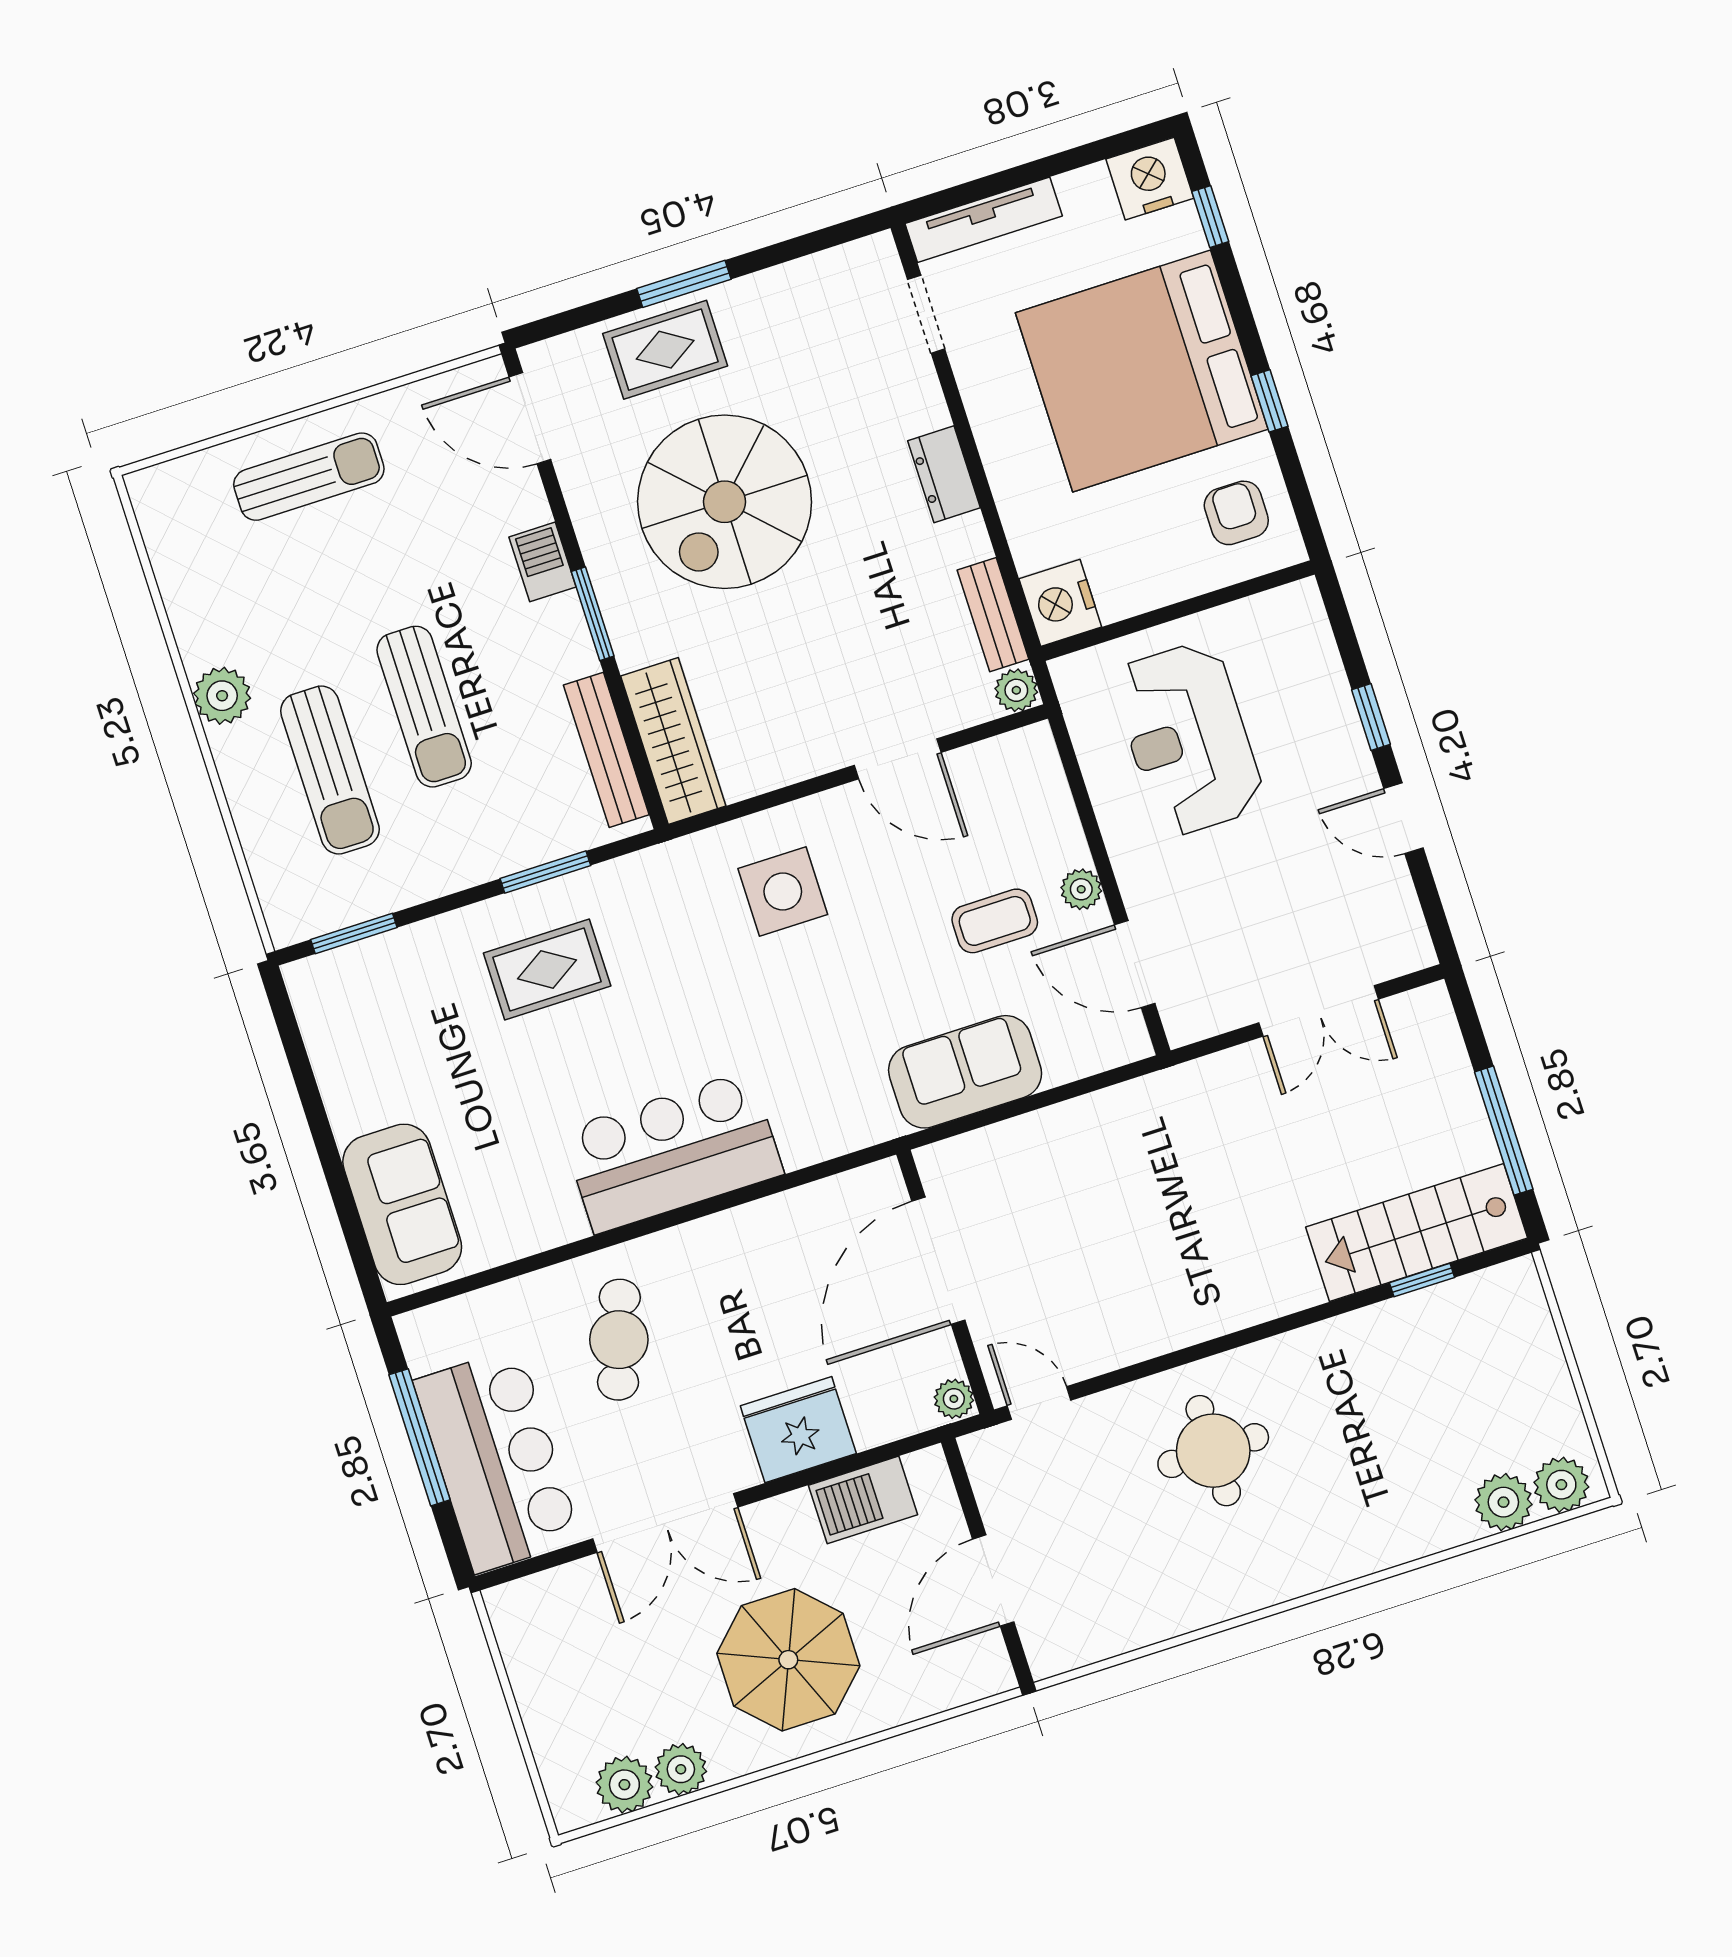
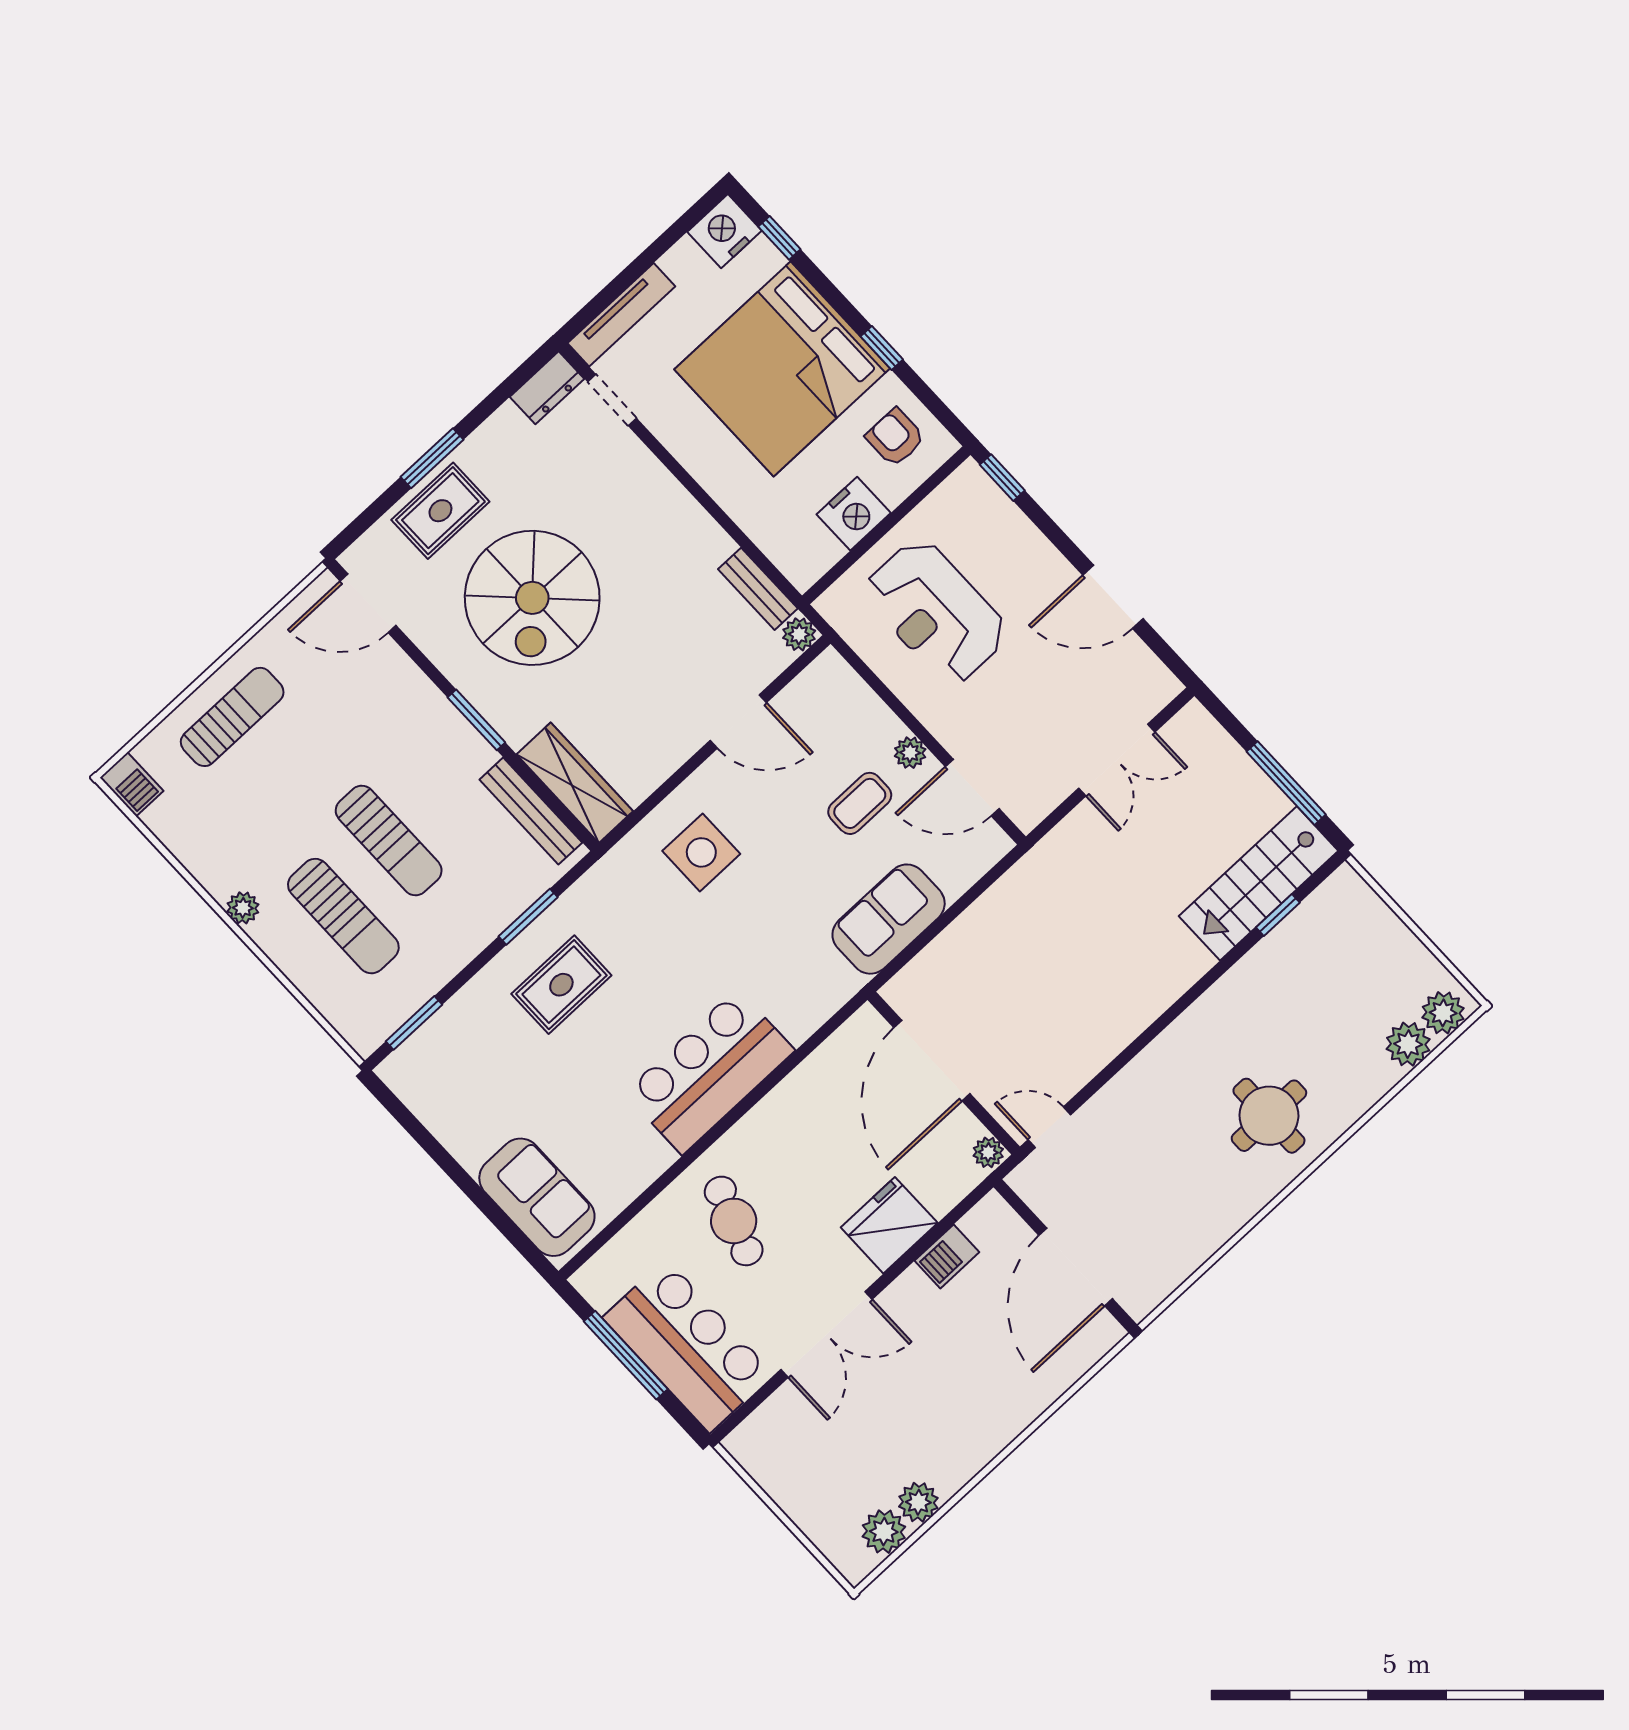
dresser: (944, 474) -> (547, 388), moved, turned -90
barbecue: (543, 562) -> (132, 784), moved, turned 180
nightstand: (1060, 603) -> (854, 514), moved, turned -90
plant: (222, 696) -> (243, 908), width x0.73, depth x0.73
window: (1371, 717) -> (1002, 478), moved
door: (1403, 818) -> (1113, 597), width x1.38
round table: (1213, 1451) -> (1269, 1116), moved
barbecue: (863, 1500) -> (947, 1256), width x0.73, depth x0.79
door: (993, 1581) -> (1076, 1267), width x1.36
parasol: (788, 1660) -> (958, 1390), removed

